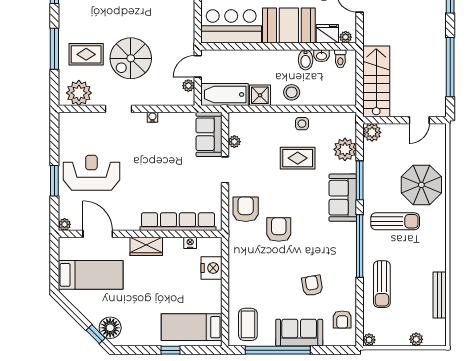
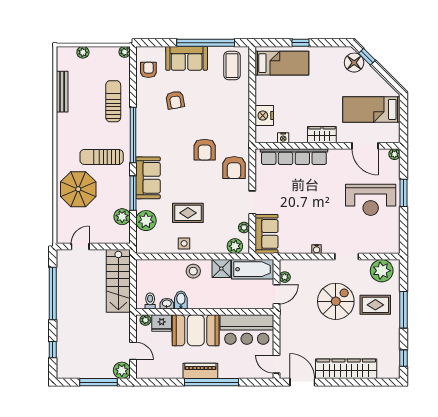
plant: (245, 121) -> (235, 246), added
plant: (372, 132) -> (122, 217), moved

